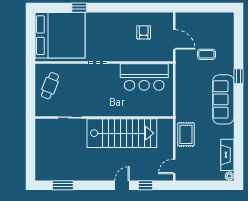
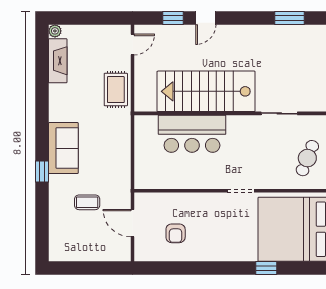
bar counter: (144, 77) -> (192, 134), moved, turned 180
sofa: (223, 99) -> (63, 148), width x0.73

